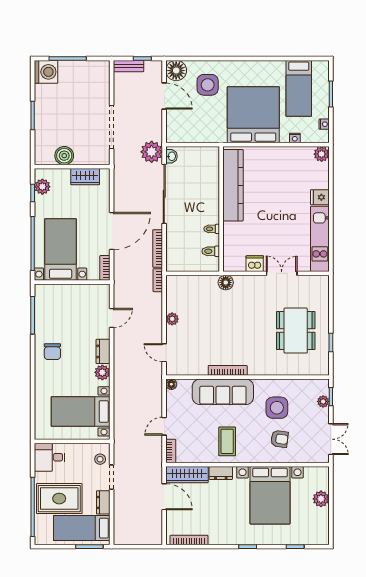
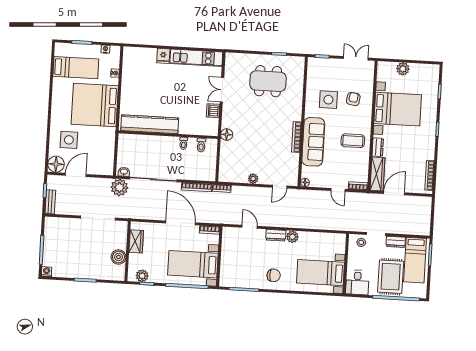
washing machine: (46, 72) -> (47, 272), width x0.53, depth x0.53
plant: (322, 154) -> (129, 53), removed
plant: (323, 401) -> (326, 63), removed
bed with nightstands: (81, 411) -> (321, 273), moved, turned 90

